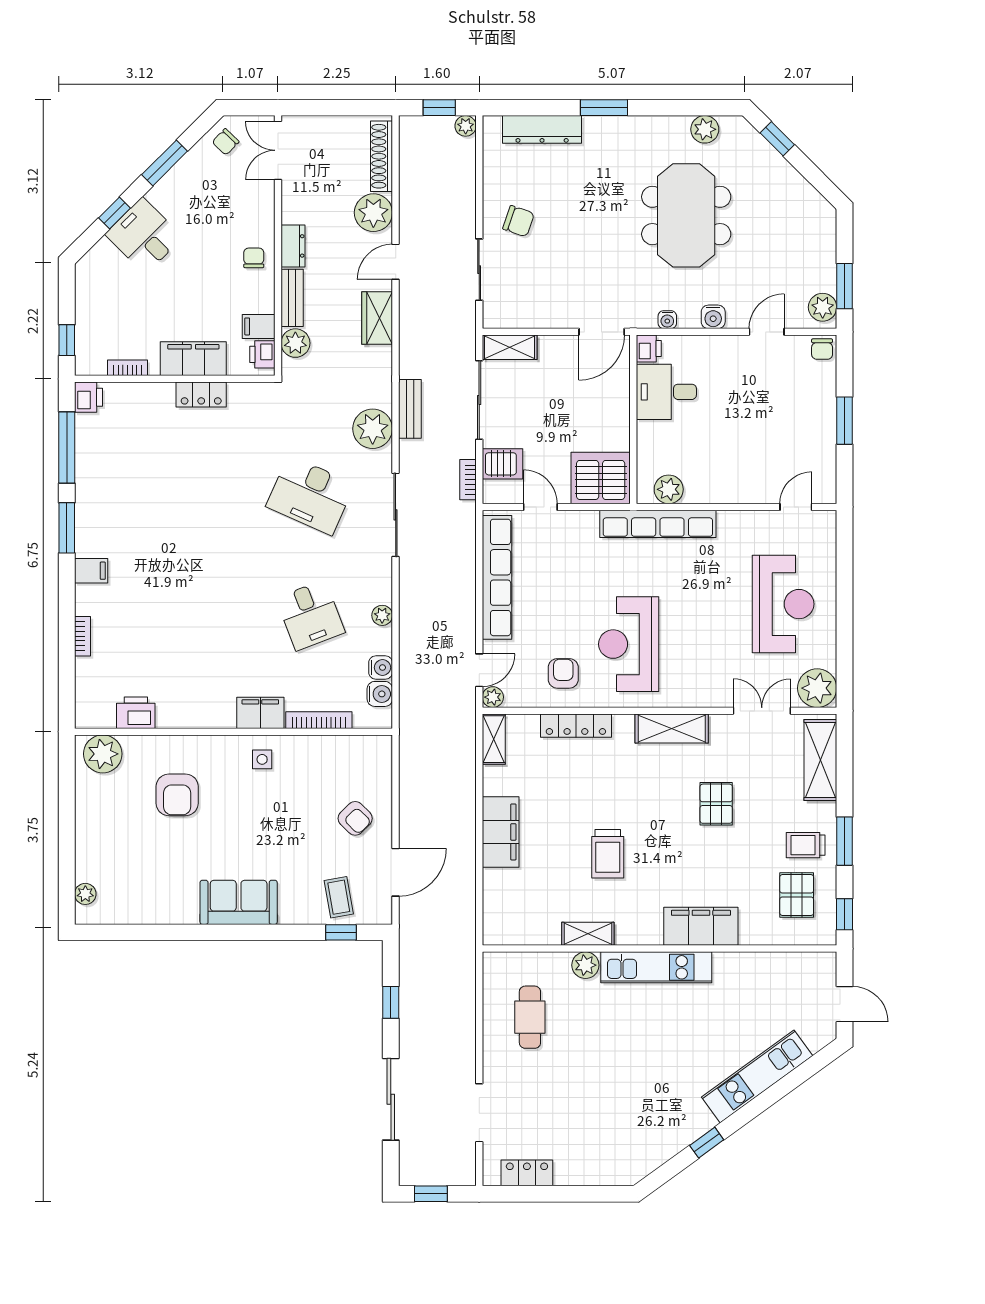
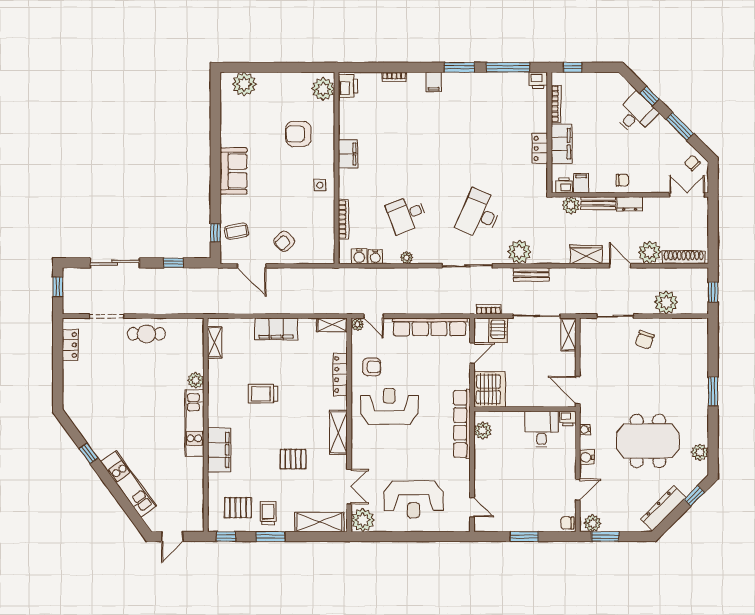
plant: (466, 126) -> (666, 302), moved, width x1.88, depth x1.88
dresser: (542, 129) -> (663, 508), moved, turned 45
door: (767, 332) -> (578, 490), hinge flipped
bookcase: (128, 368) -> (556, 104), width x1.56
printer: (136, 713) -> (348, 86), moved
filing cabinet: (260, 713) -> (348, 154), moved
plant: (85, 894) -> (244, 84), width x1.88, depth x1.88
shelving: (588, 934) -> (215, 342), moved
cafe table: (530, 1017) -> (146, 334), moved

